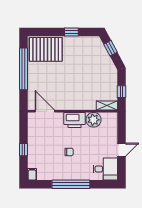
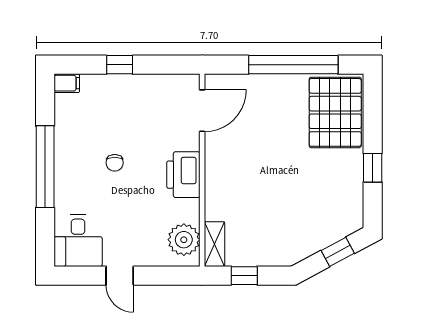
plant: (94, 120) -> (184, 240), moved

